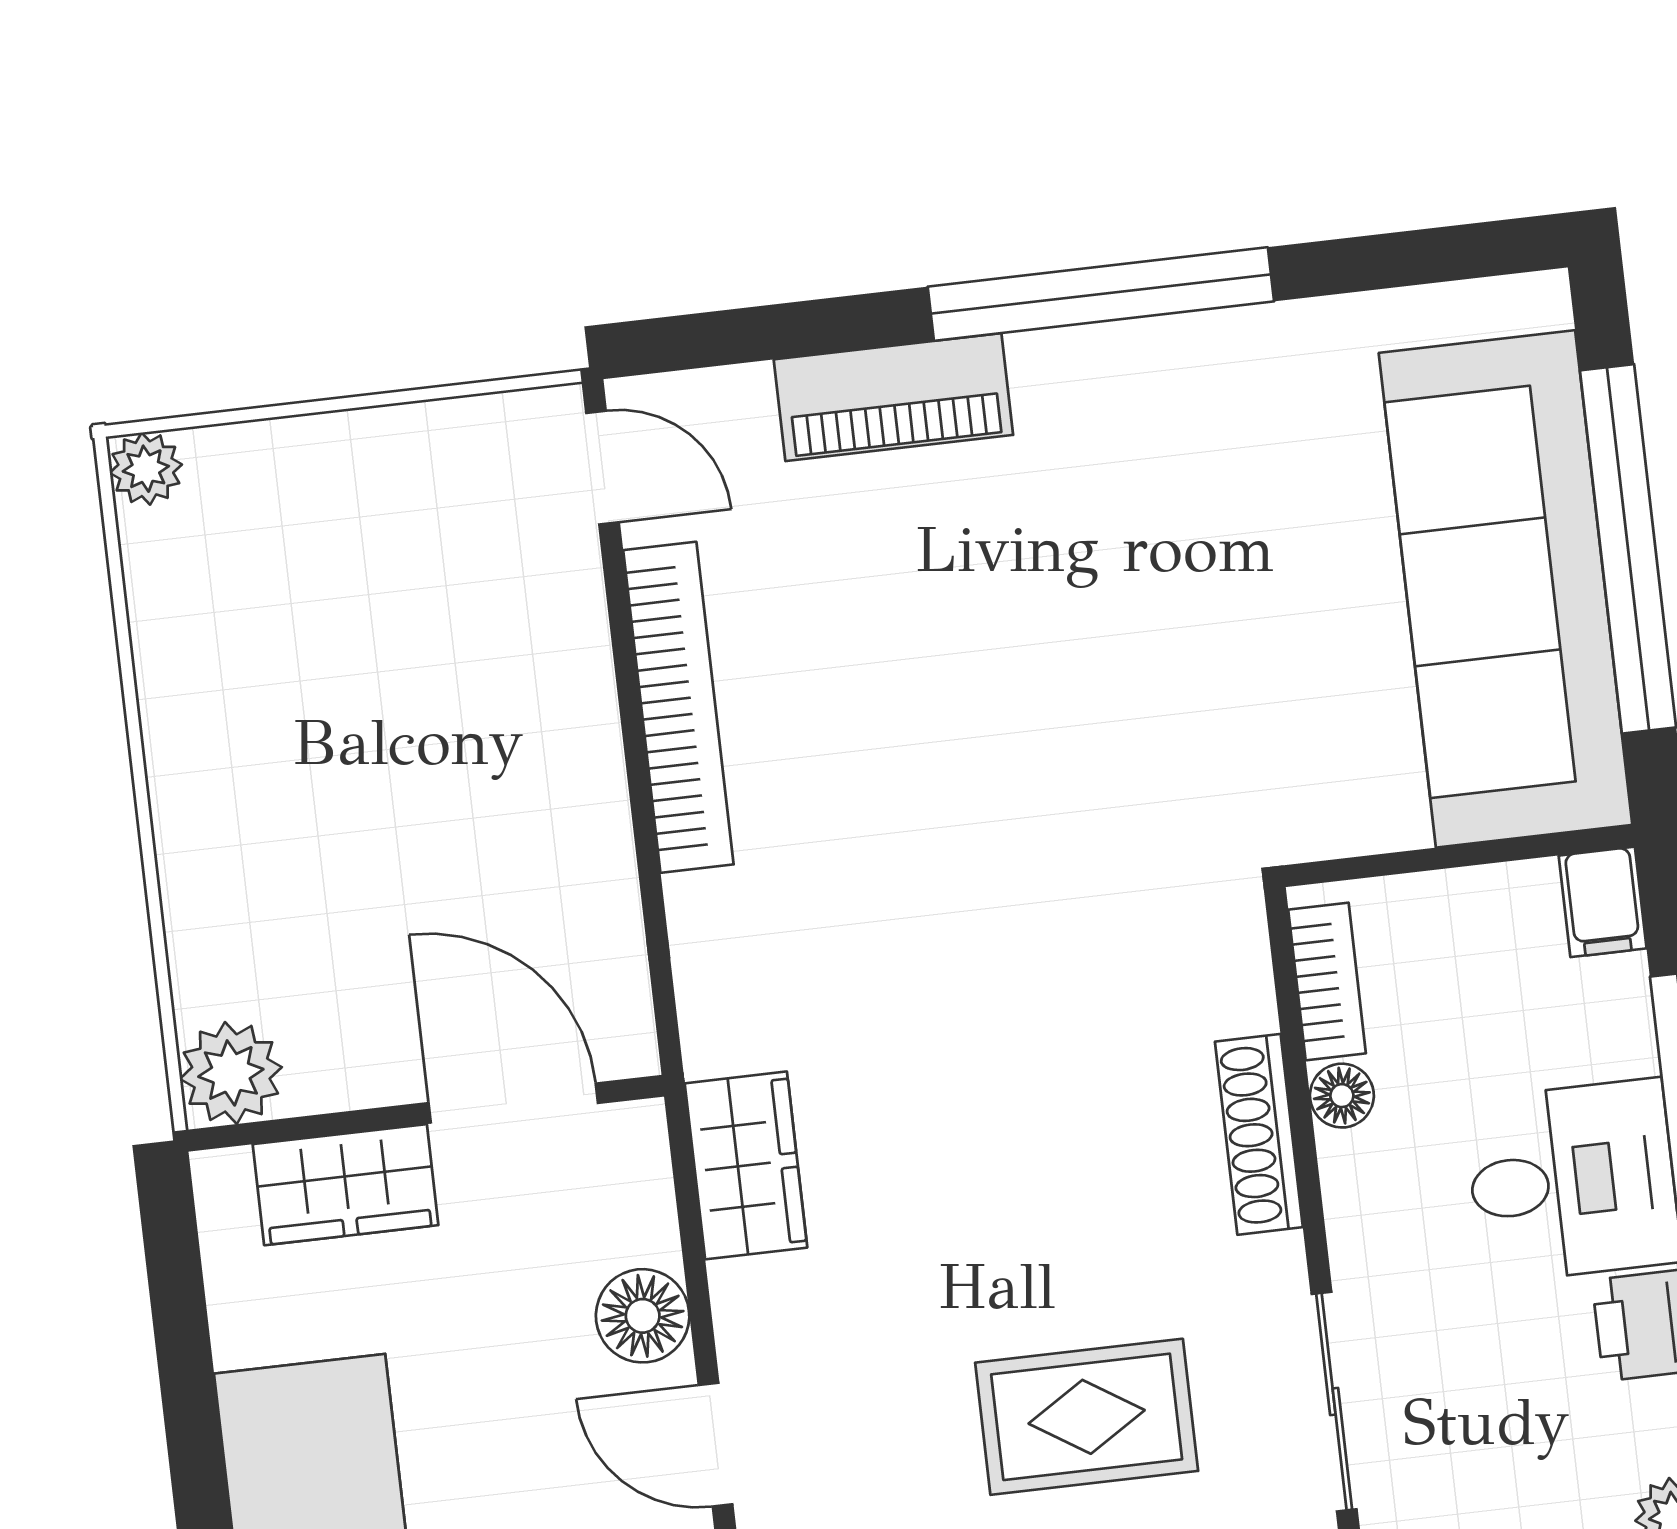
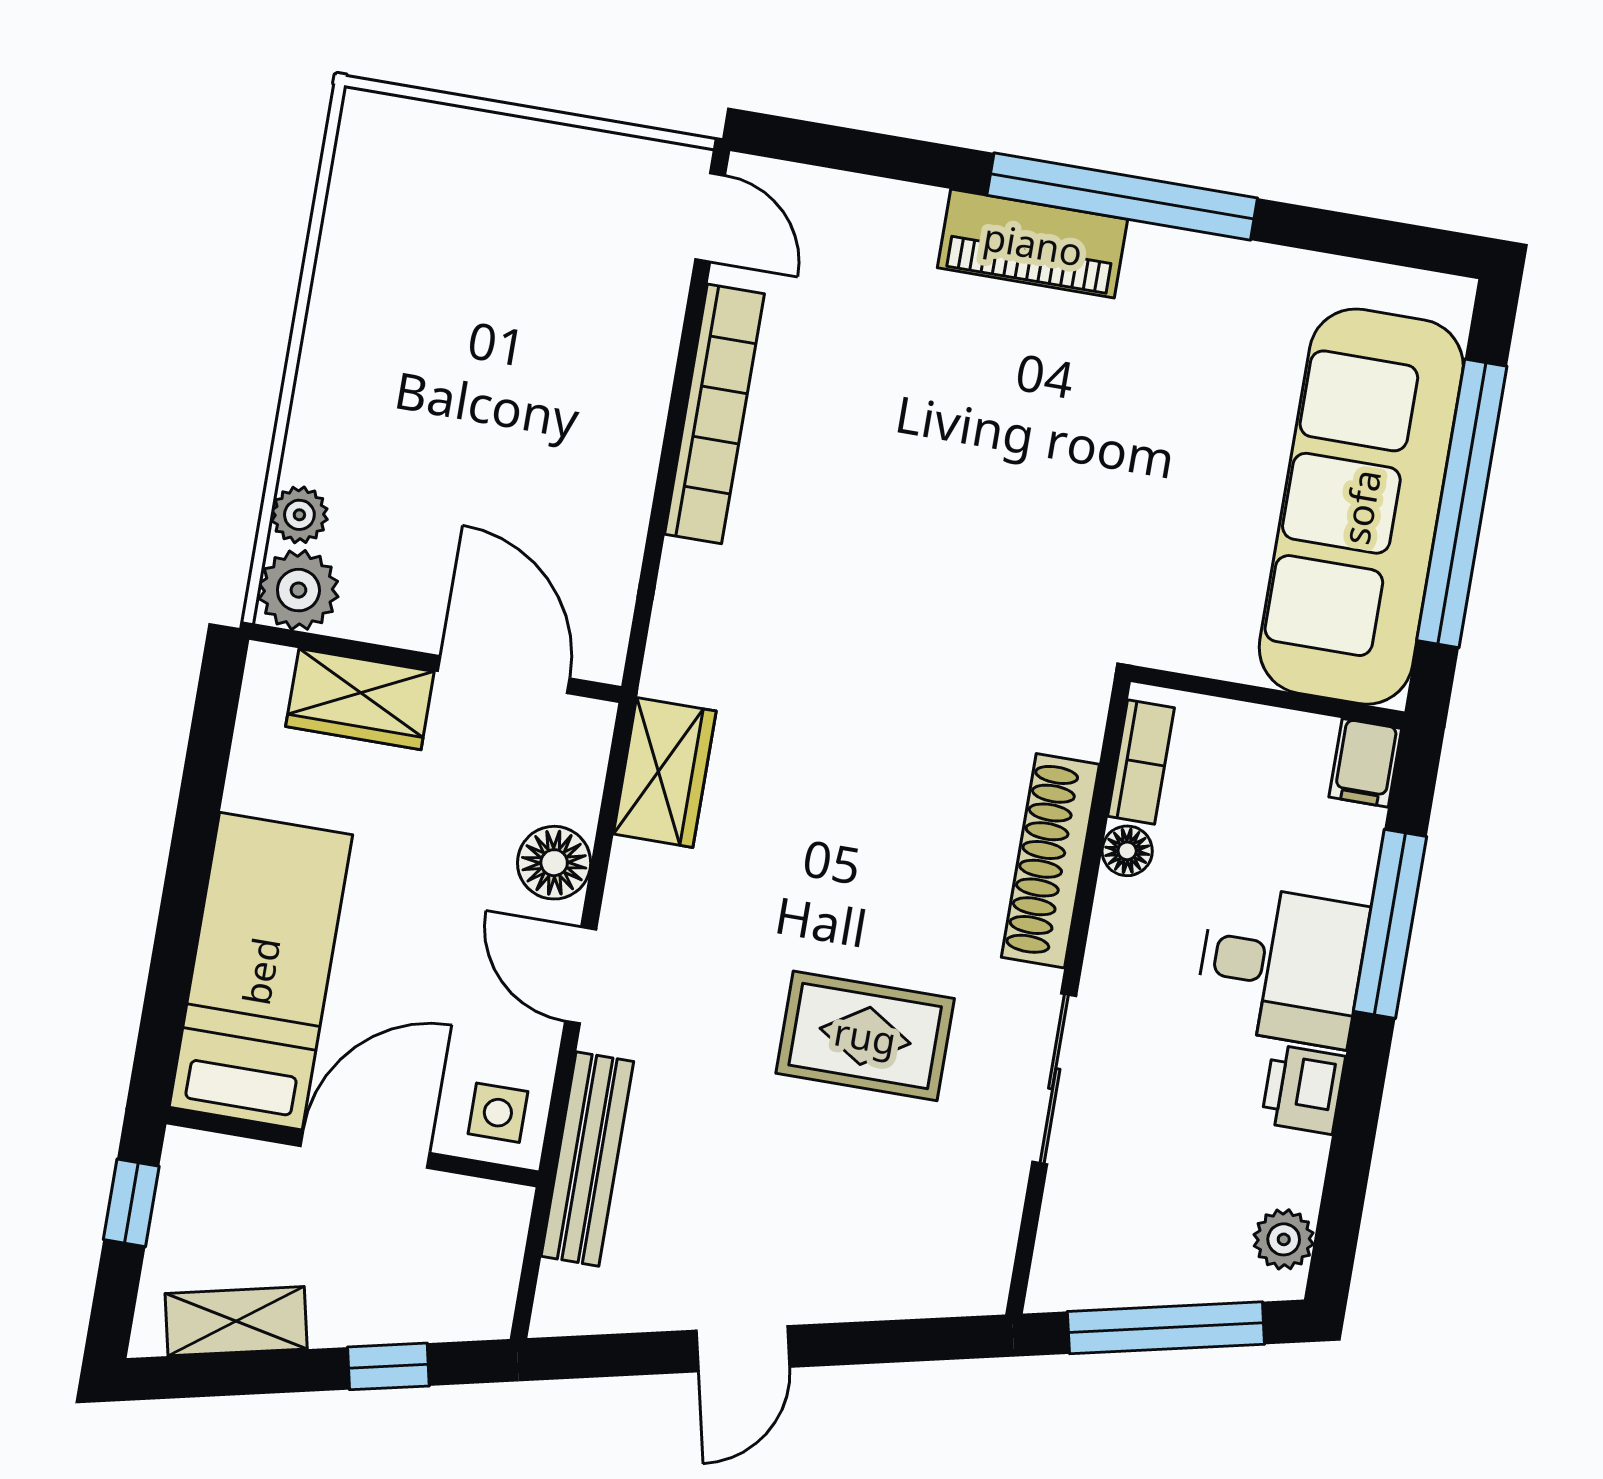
piano: (893, 397) -> (1033, 244), moved
plant: (146, 469) -> (299, 515), moved
shoe rack: (1259, 1134) -> (1050, 861), width x1.36, depth x1.24

